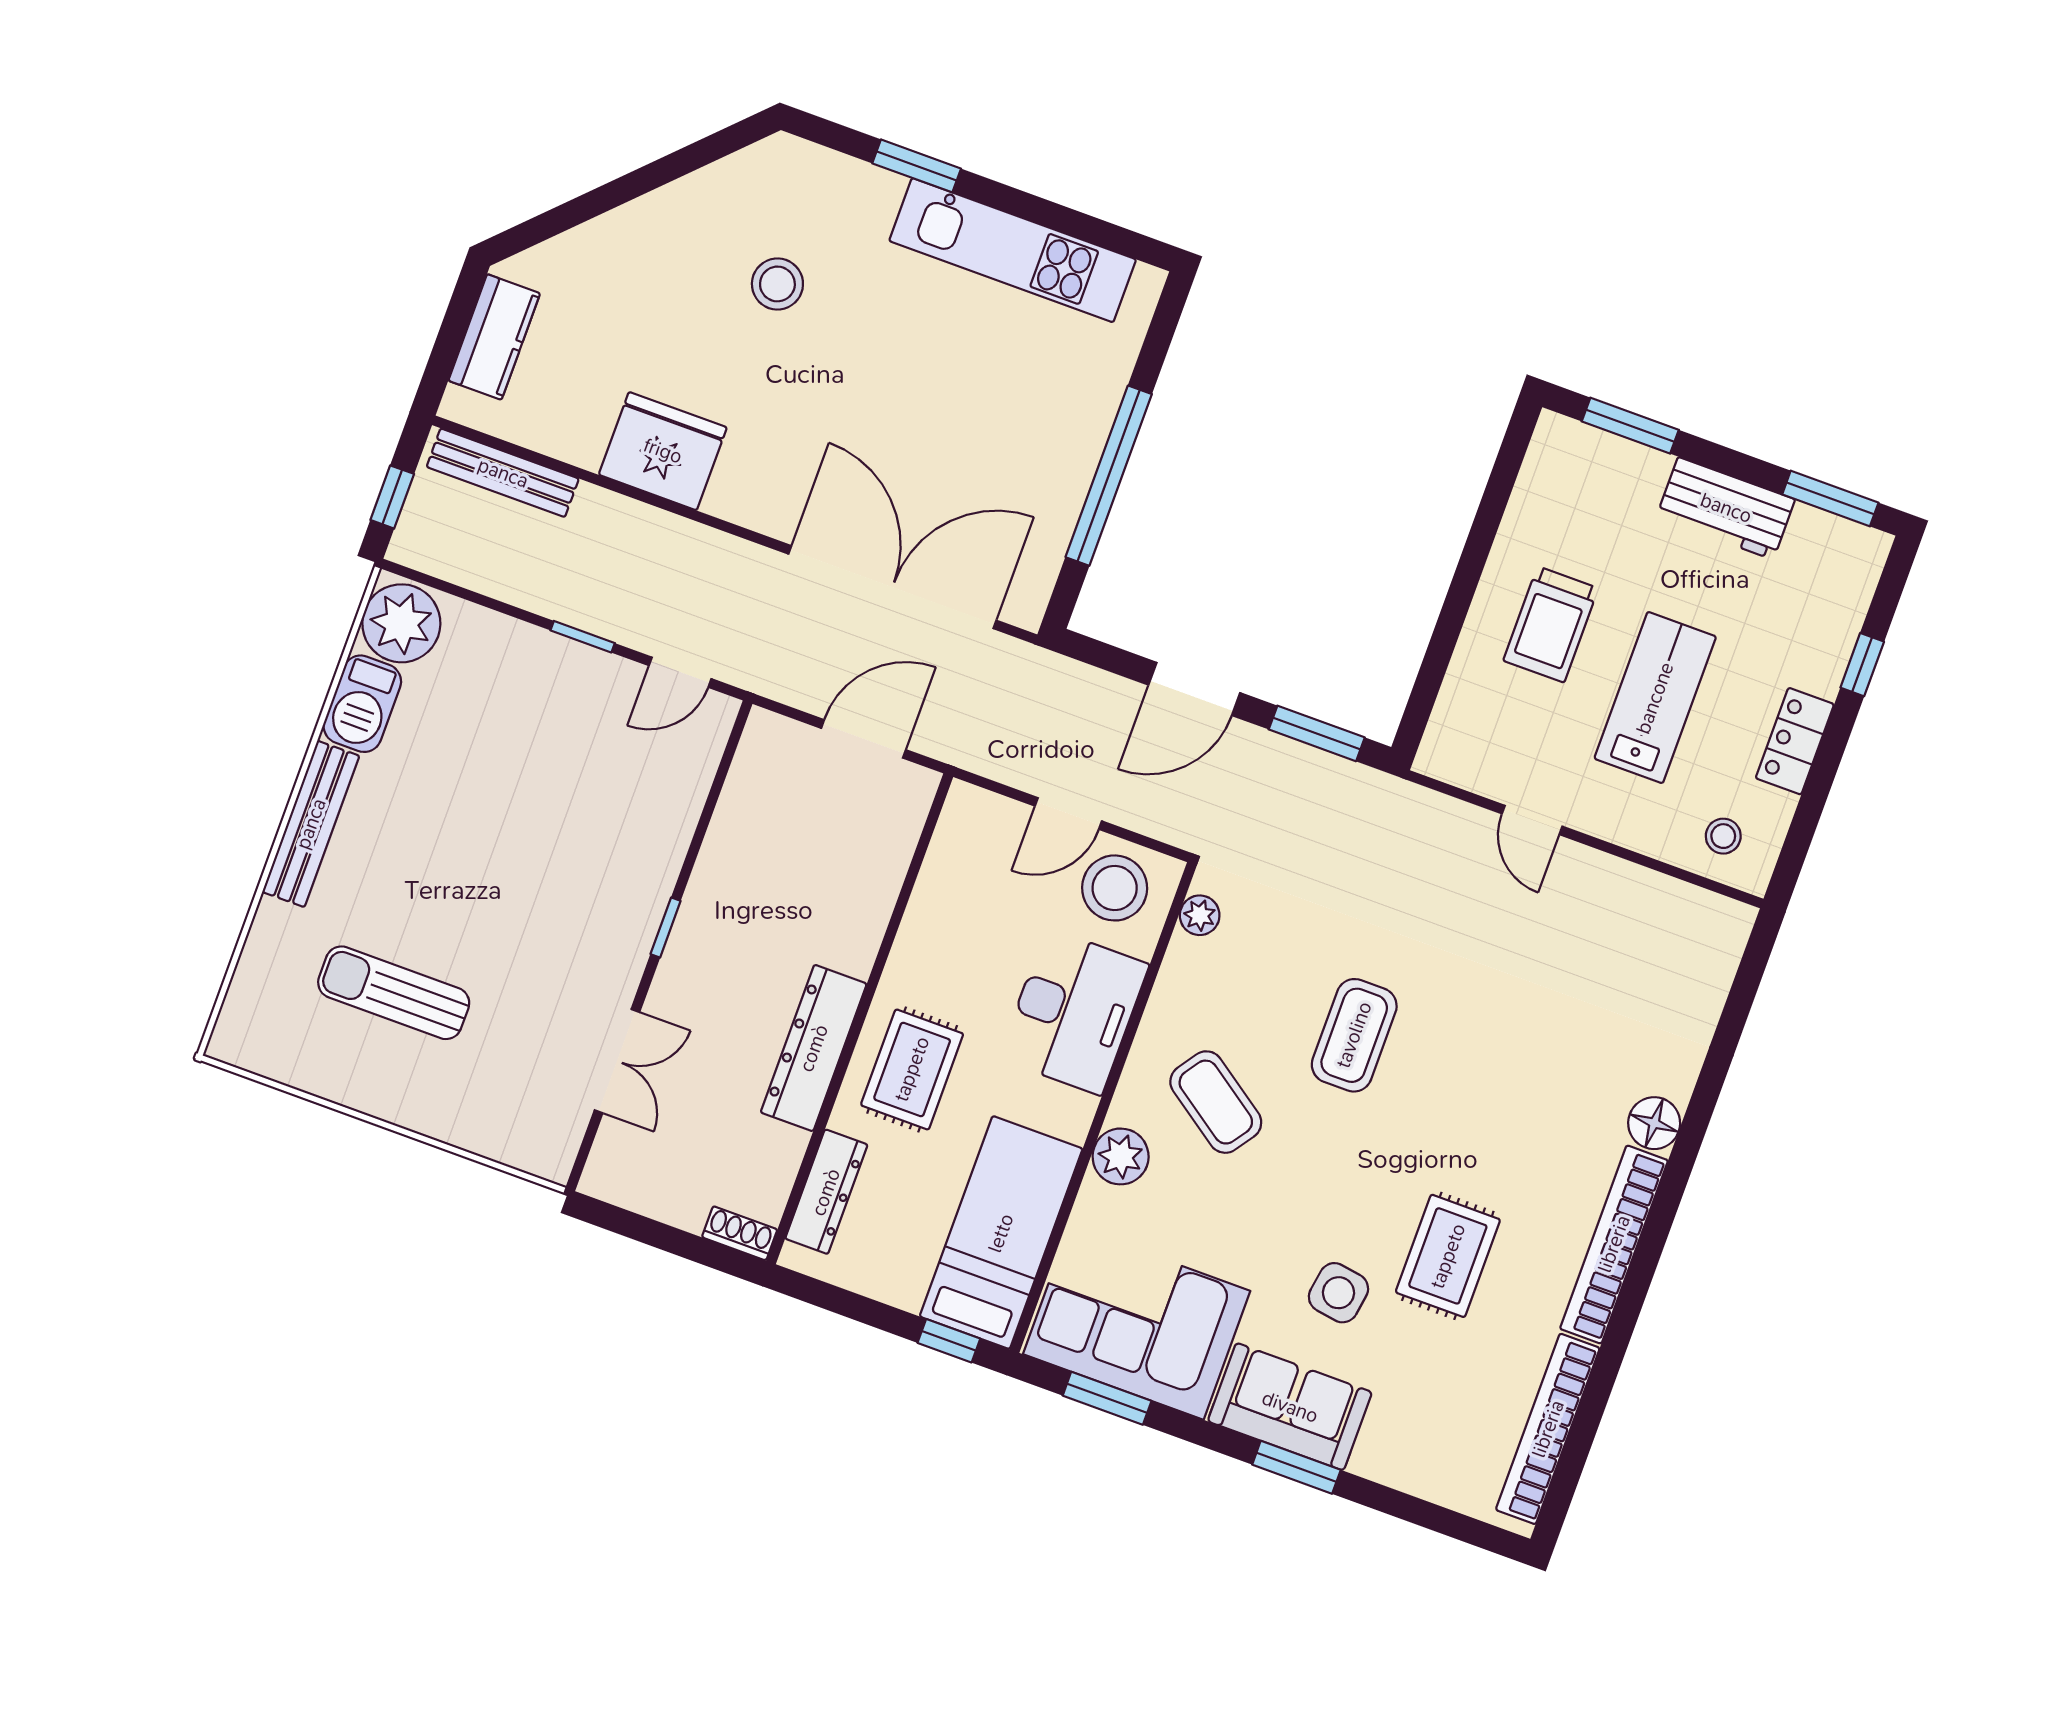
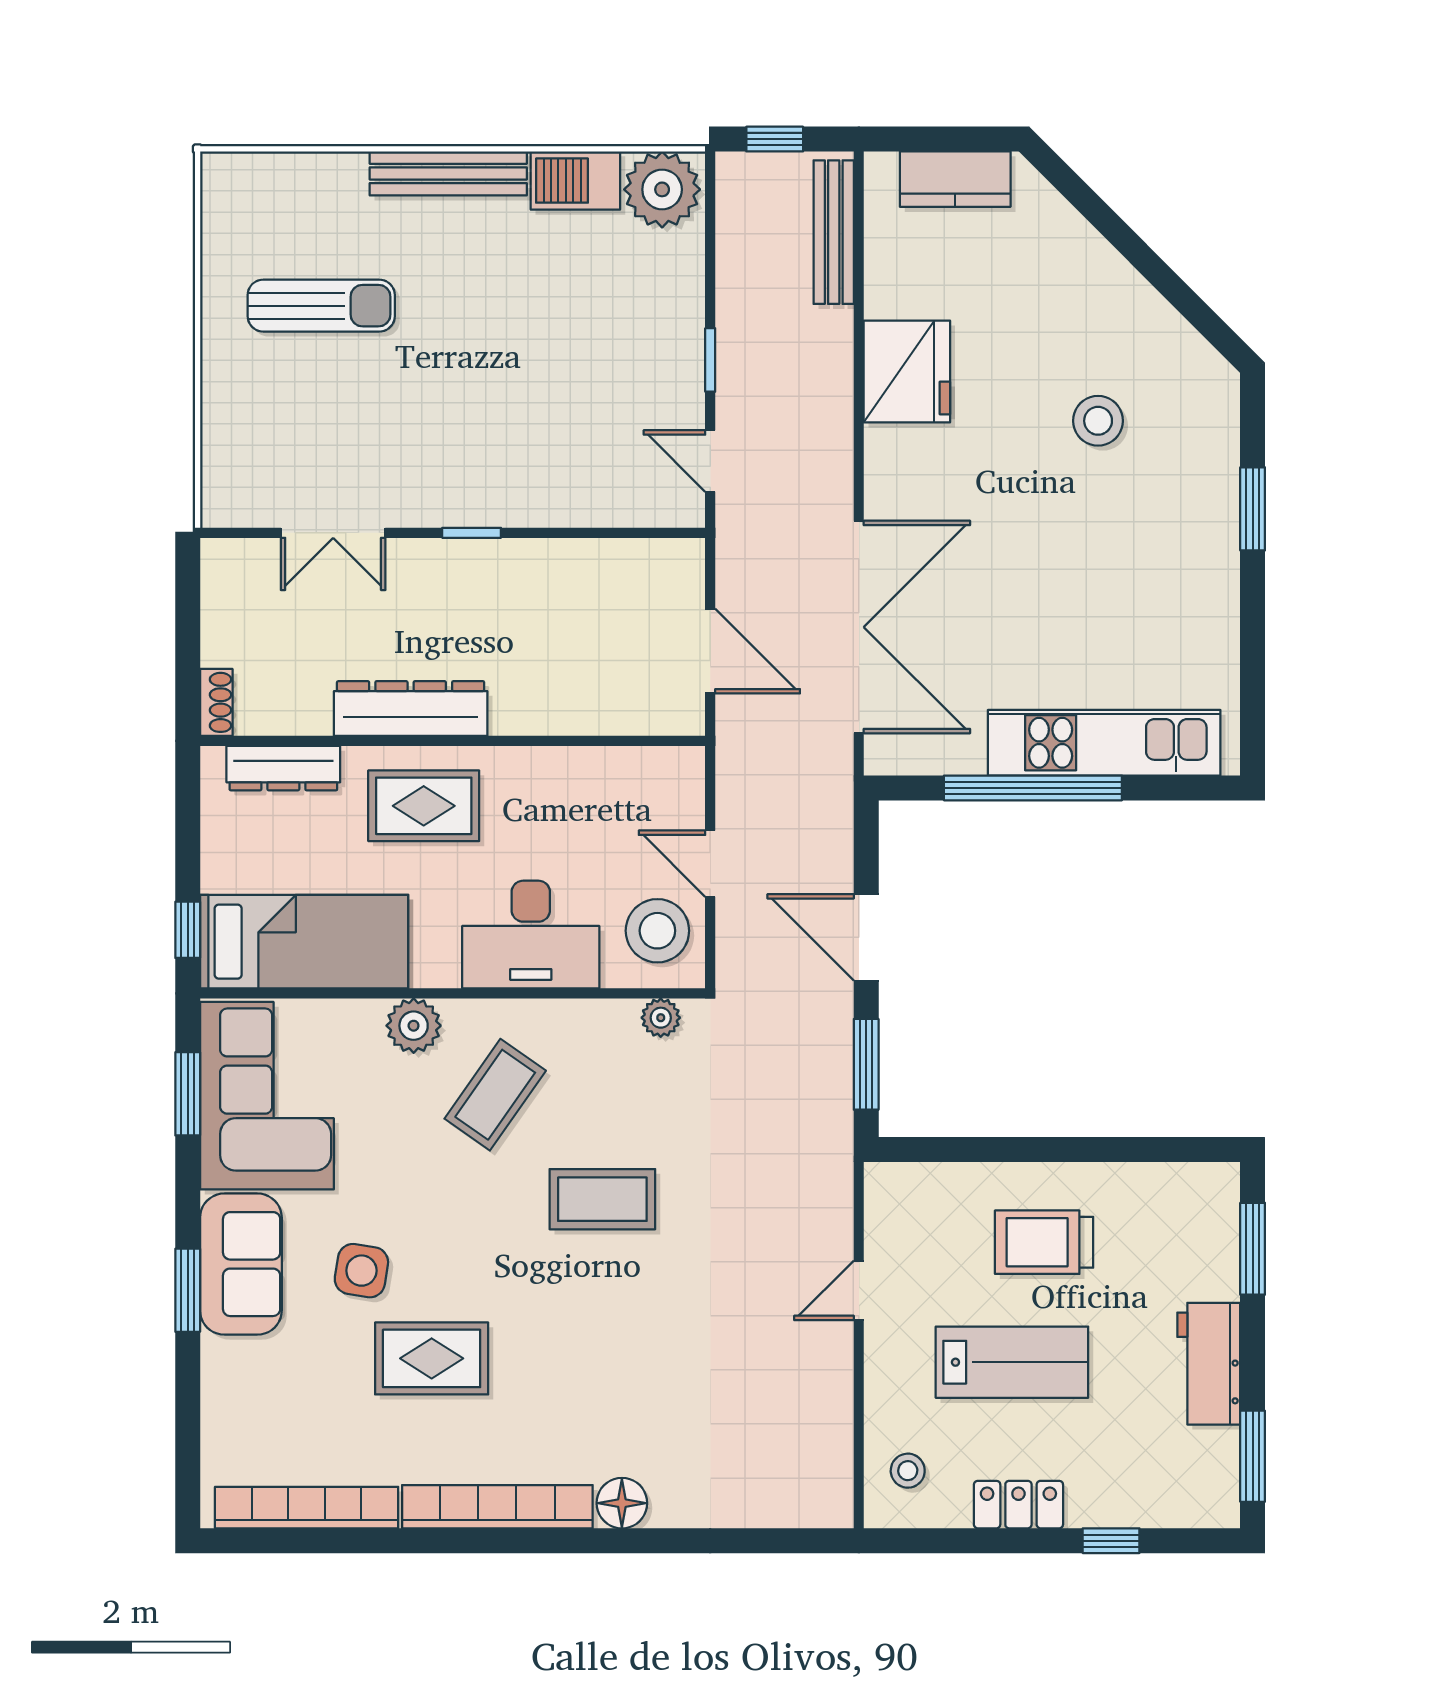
kitchen unit: (1013, 250) -> (1104, 743), moved, turned 90
sun lounger: (394, 993) -> (321, 306), turned 90

